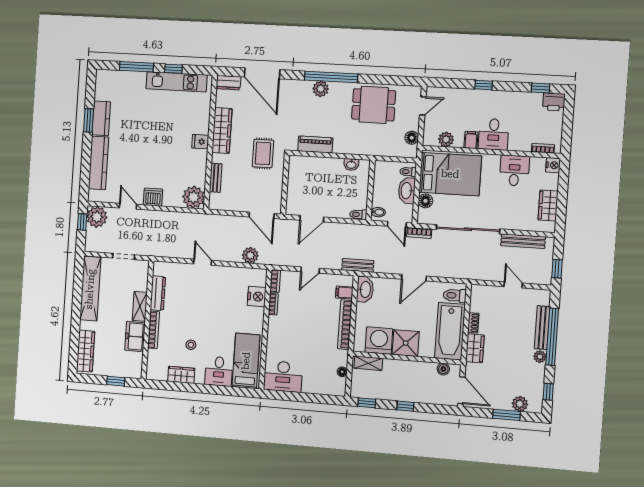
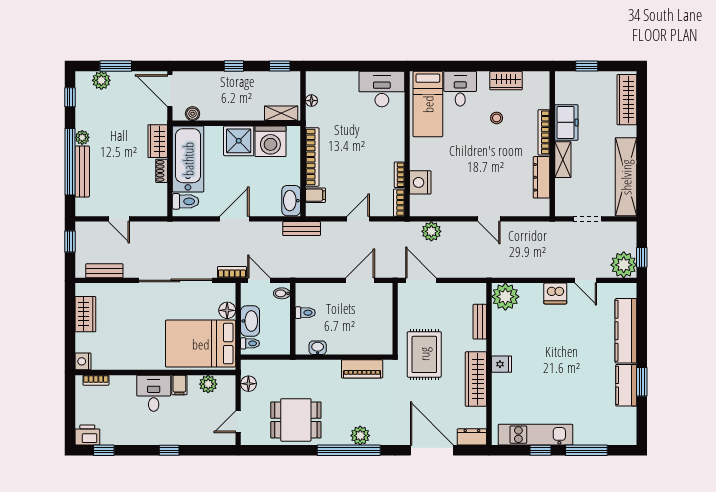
rug: (263, 153) -> (424, 354), width x1.36, depth x1.43
desk: (514, 171) -> (127, 352), removed
toilet: (358, 215) -> (305, 313), moved
bench: (523, 241) -> (104, 271), width x0.73

